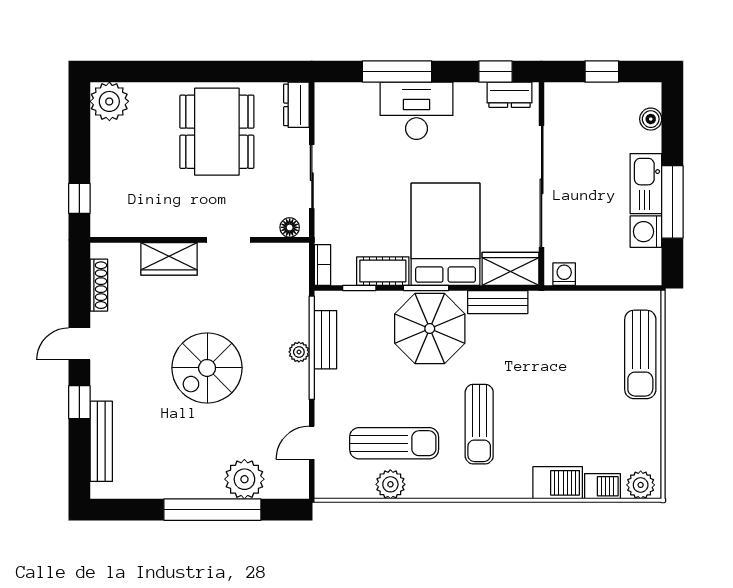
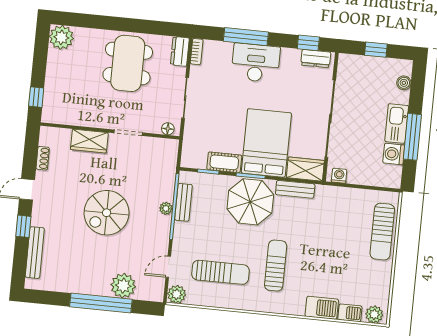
bookcase: (323, 265) -> (197, 52), moved
shoe rack: (99, 285) -> (43, 158), width x0.70
sun lounger: (479, 424) -> (276, 266), turned 180
plant: (390, 484) -> (177, 294), moved

